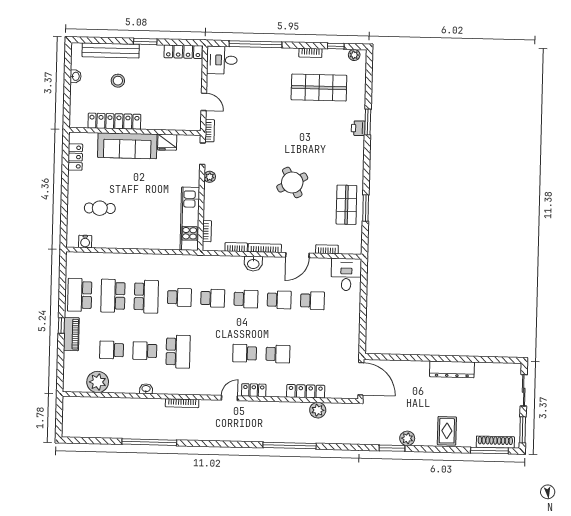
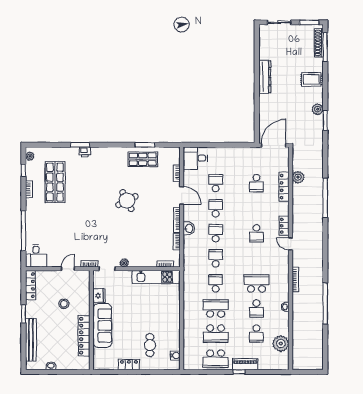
stool: (118, 81) -> (64, 304), moved
locker: (75, 157) -> (129, 365), moved
school desk: (278, 354) -> (256, 183), moved, turned 180

